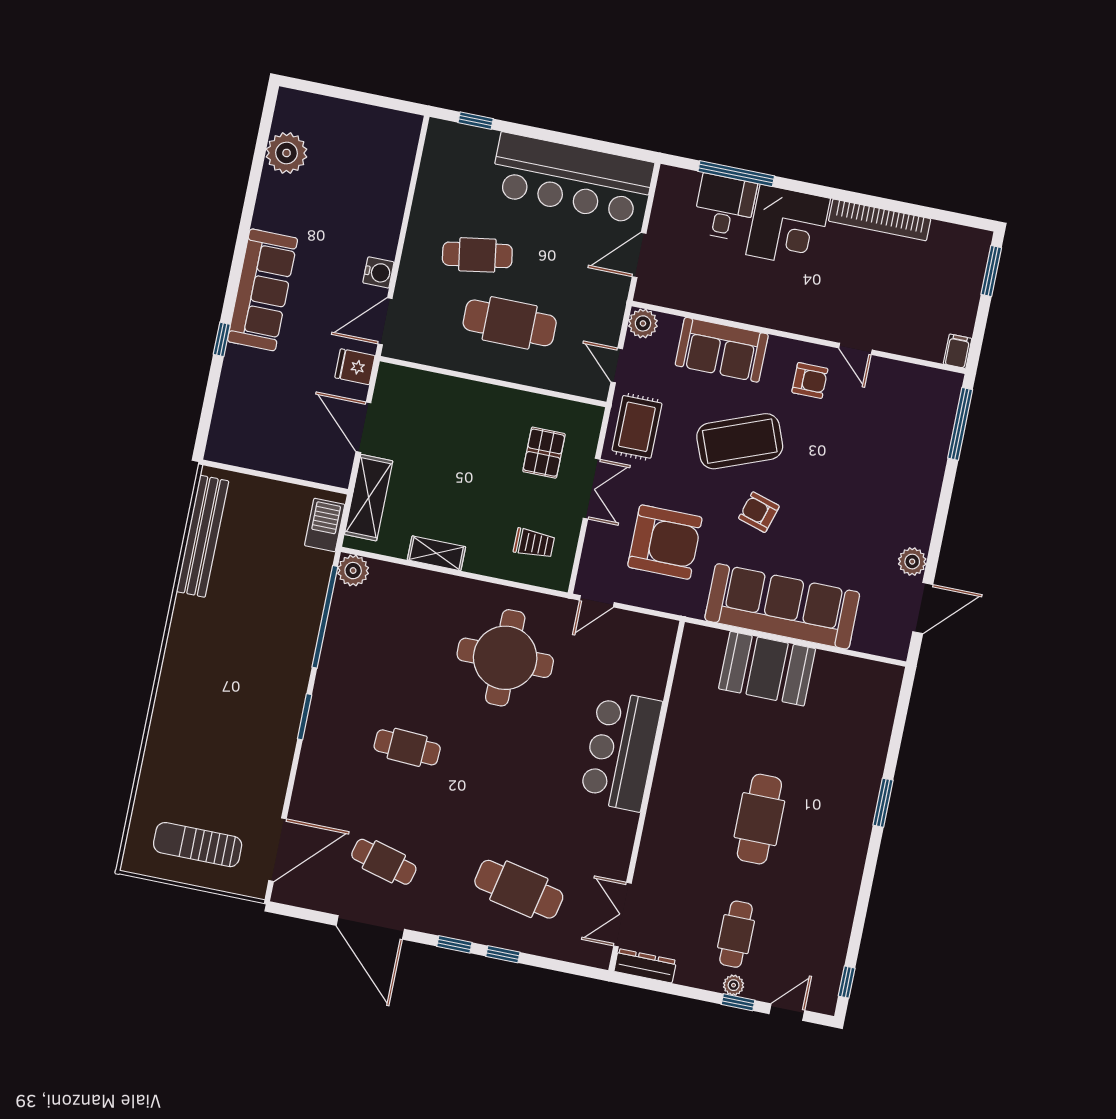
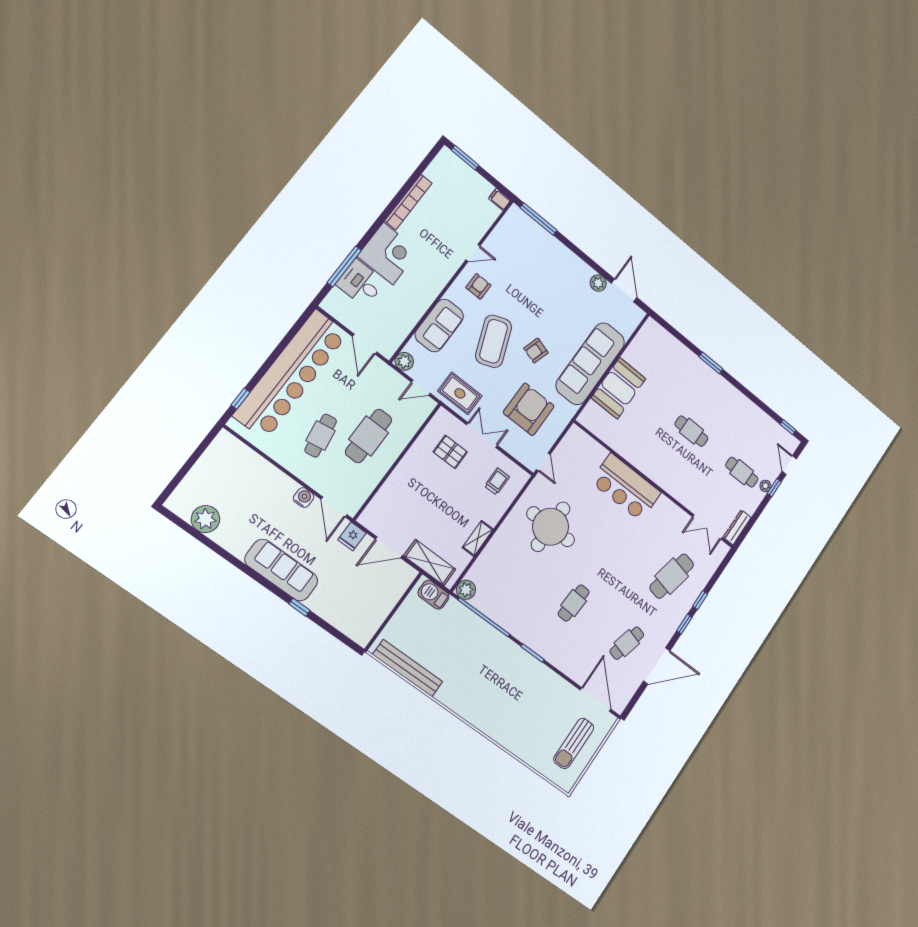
bar counter: (572, 178) -> (291, 374), width x1.36
cafe table: (759, 819) -> (691, 431), width x0.73, depth x0.74

